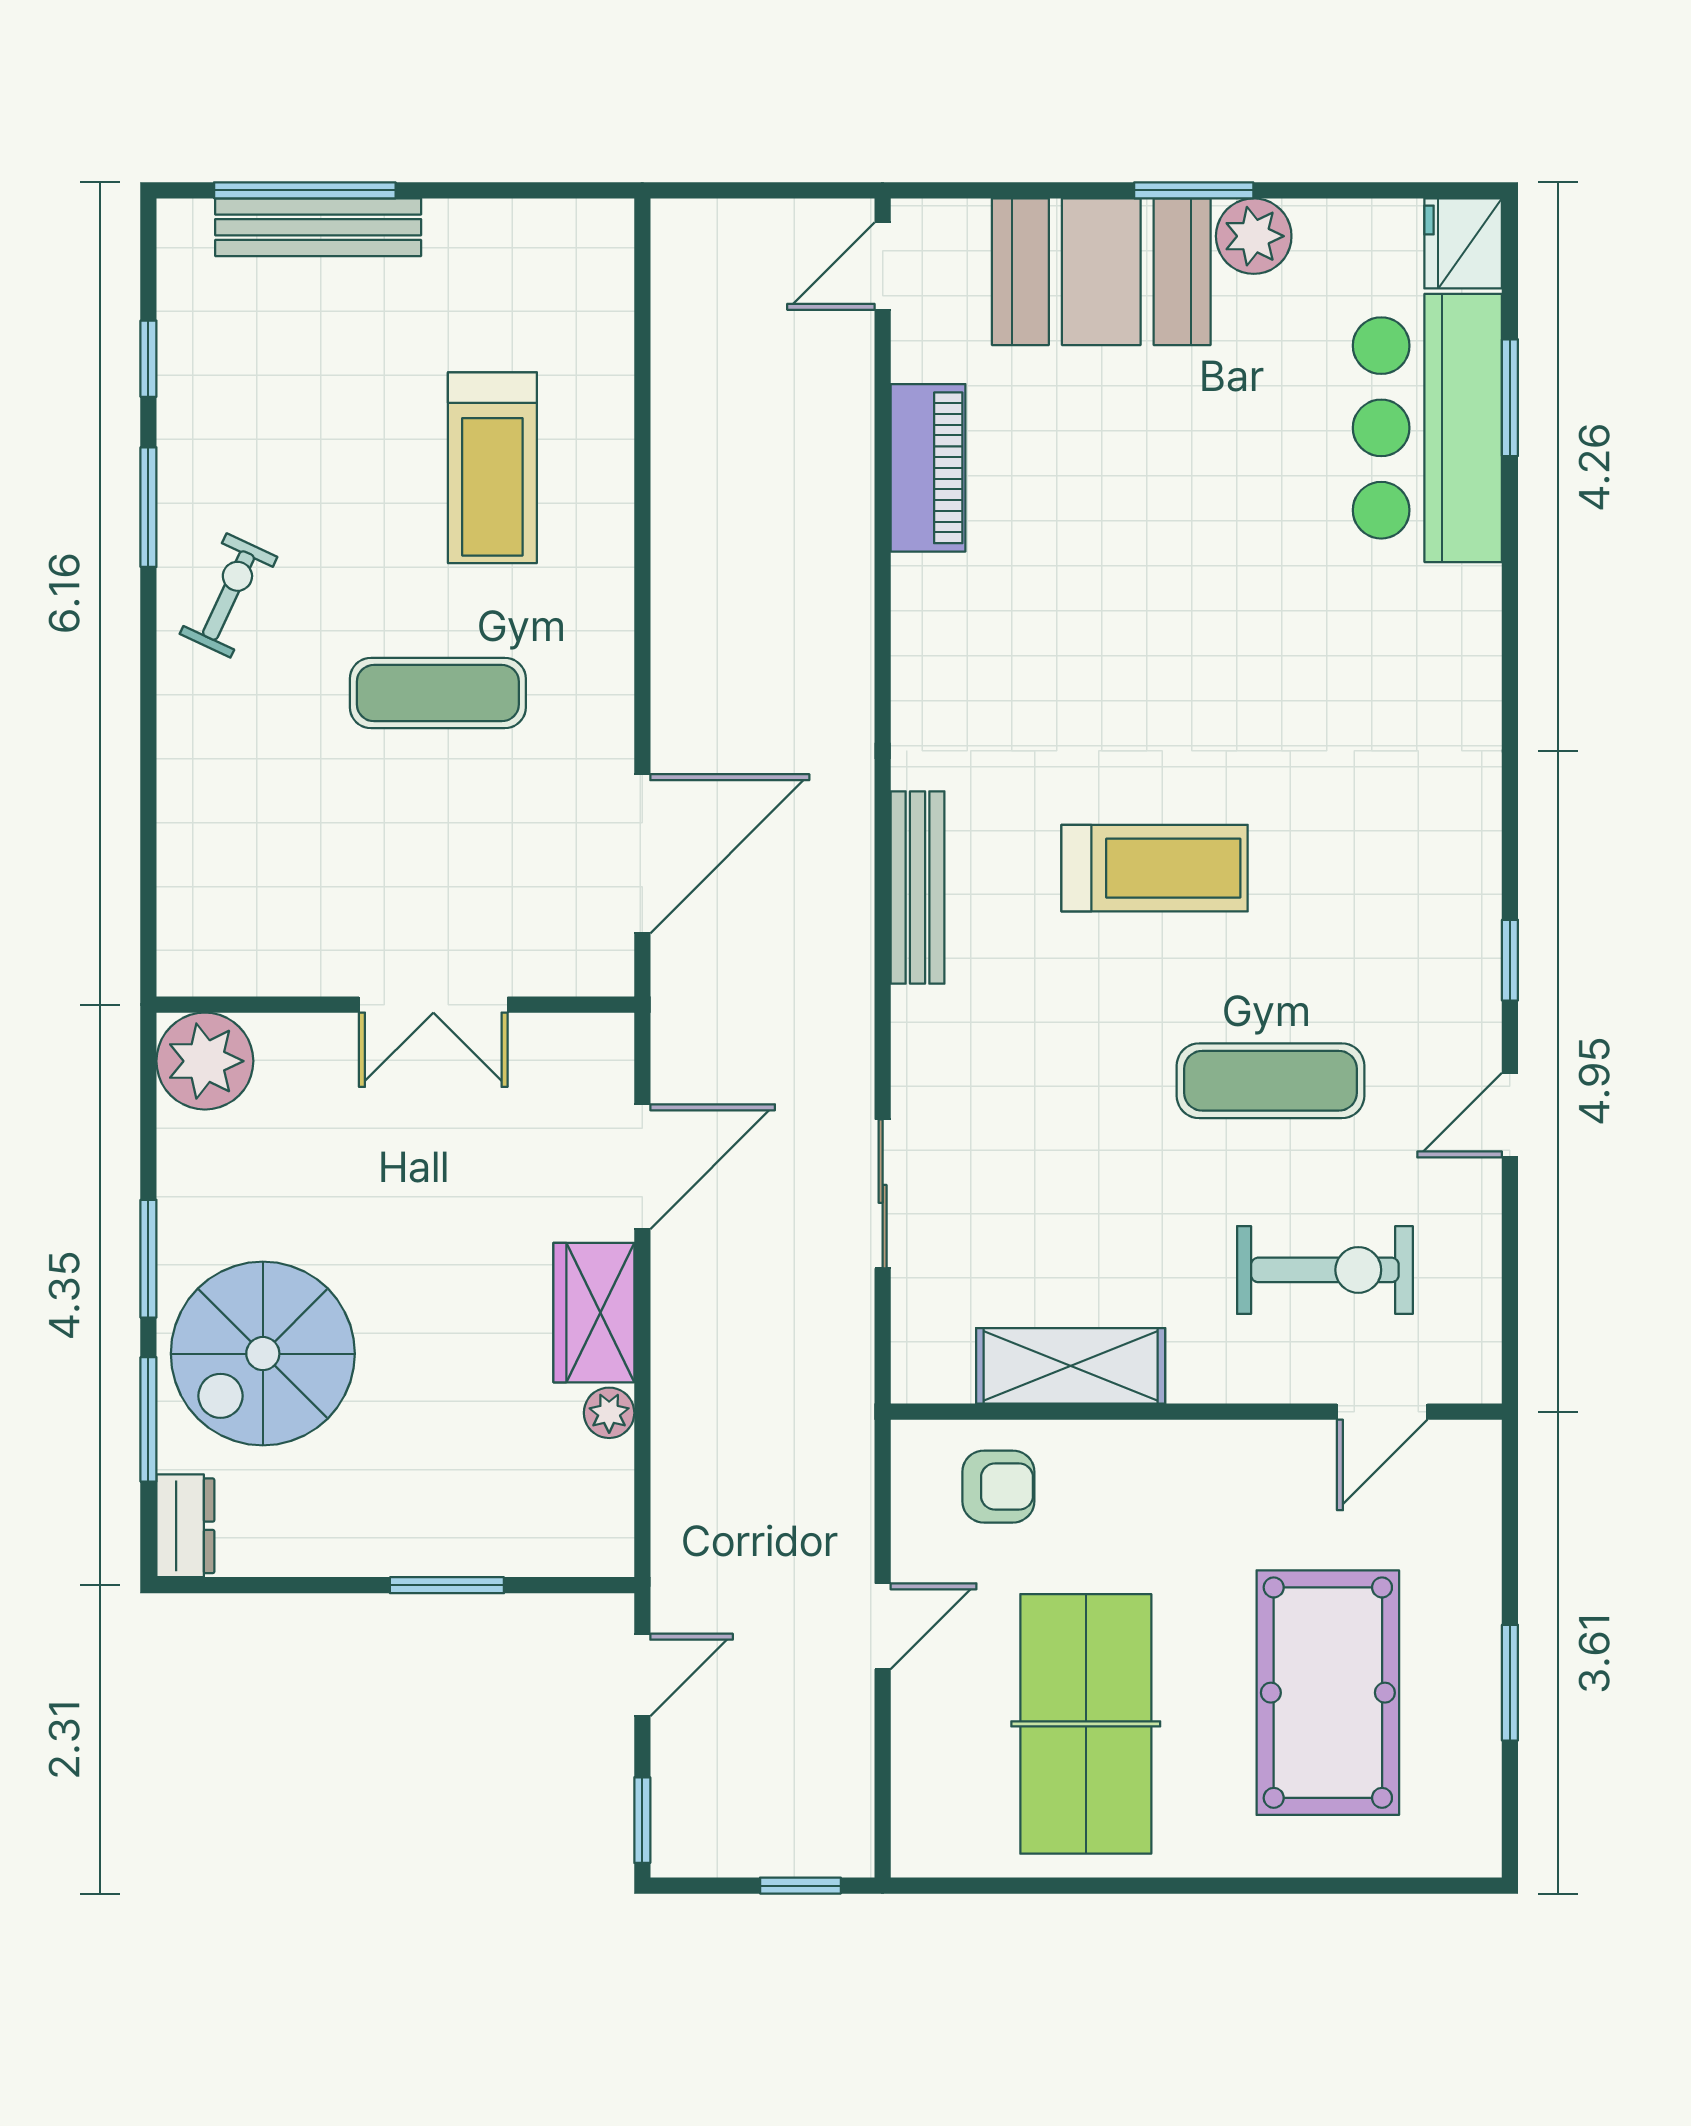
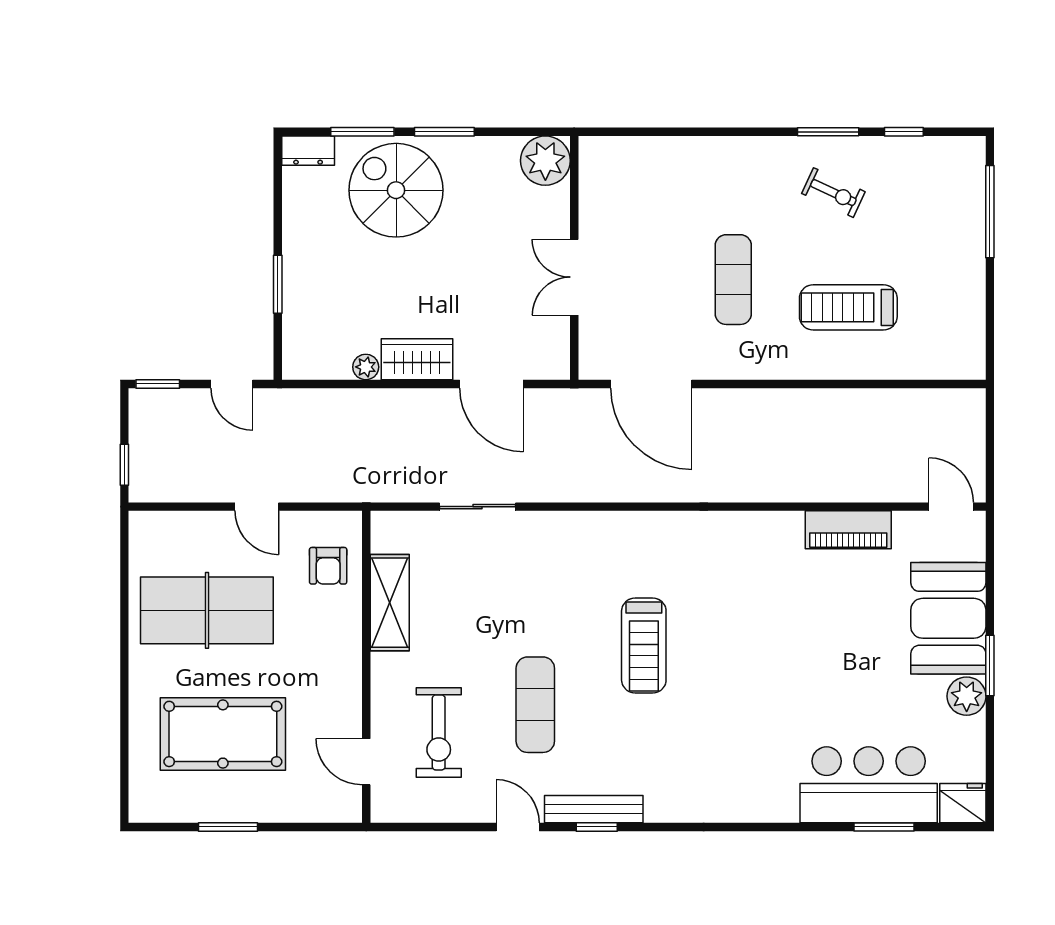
bench: (318, 227) -> (971, 218), removed
exercise bike: (229, 595) -> (833, 193), moved
bench: (918, 887) -> (594, 809), moved

